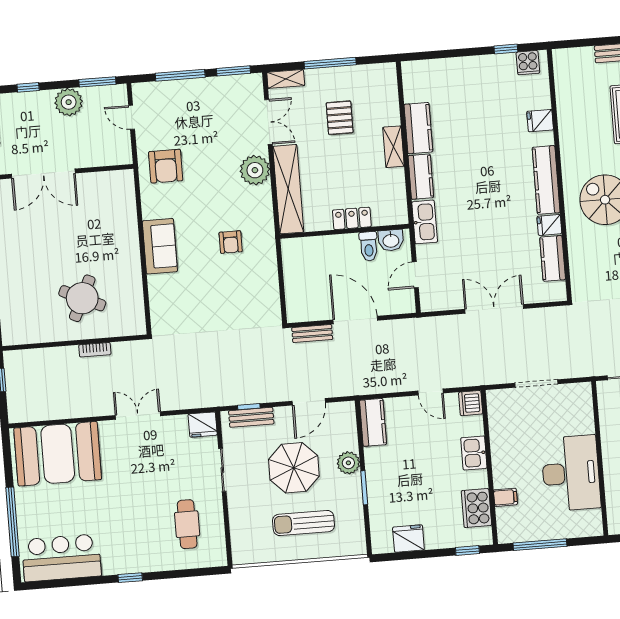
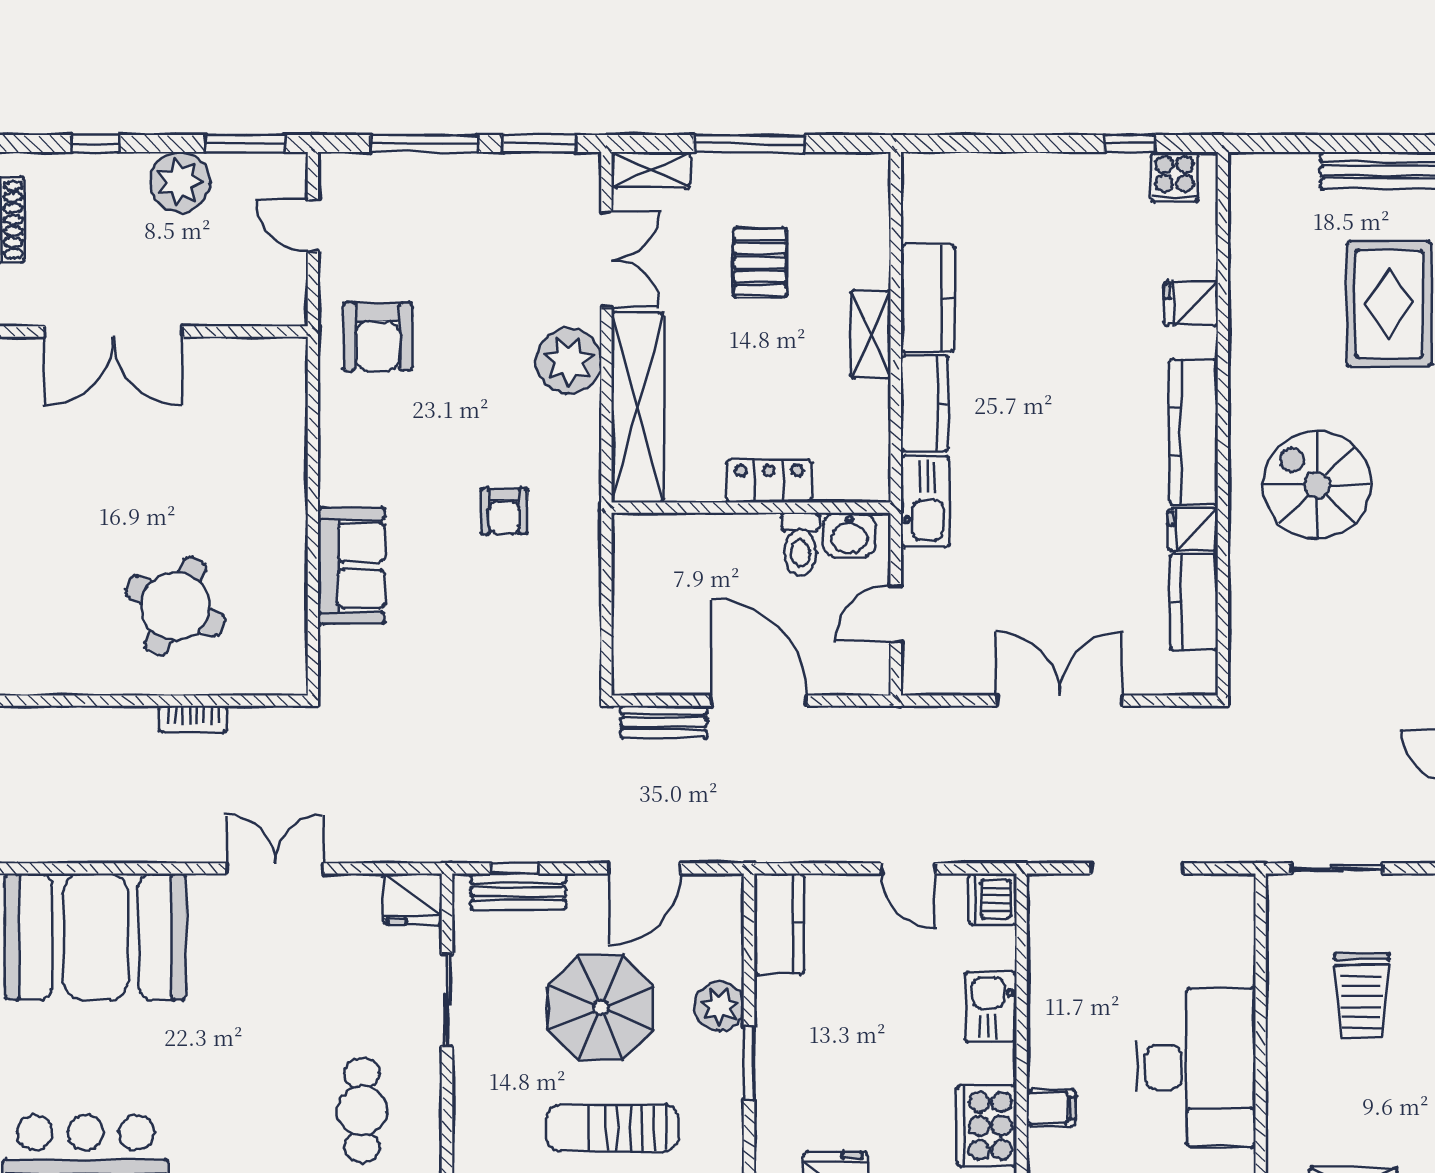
sofa: (160, 246) -> (351, 566), moved

